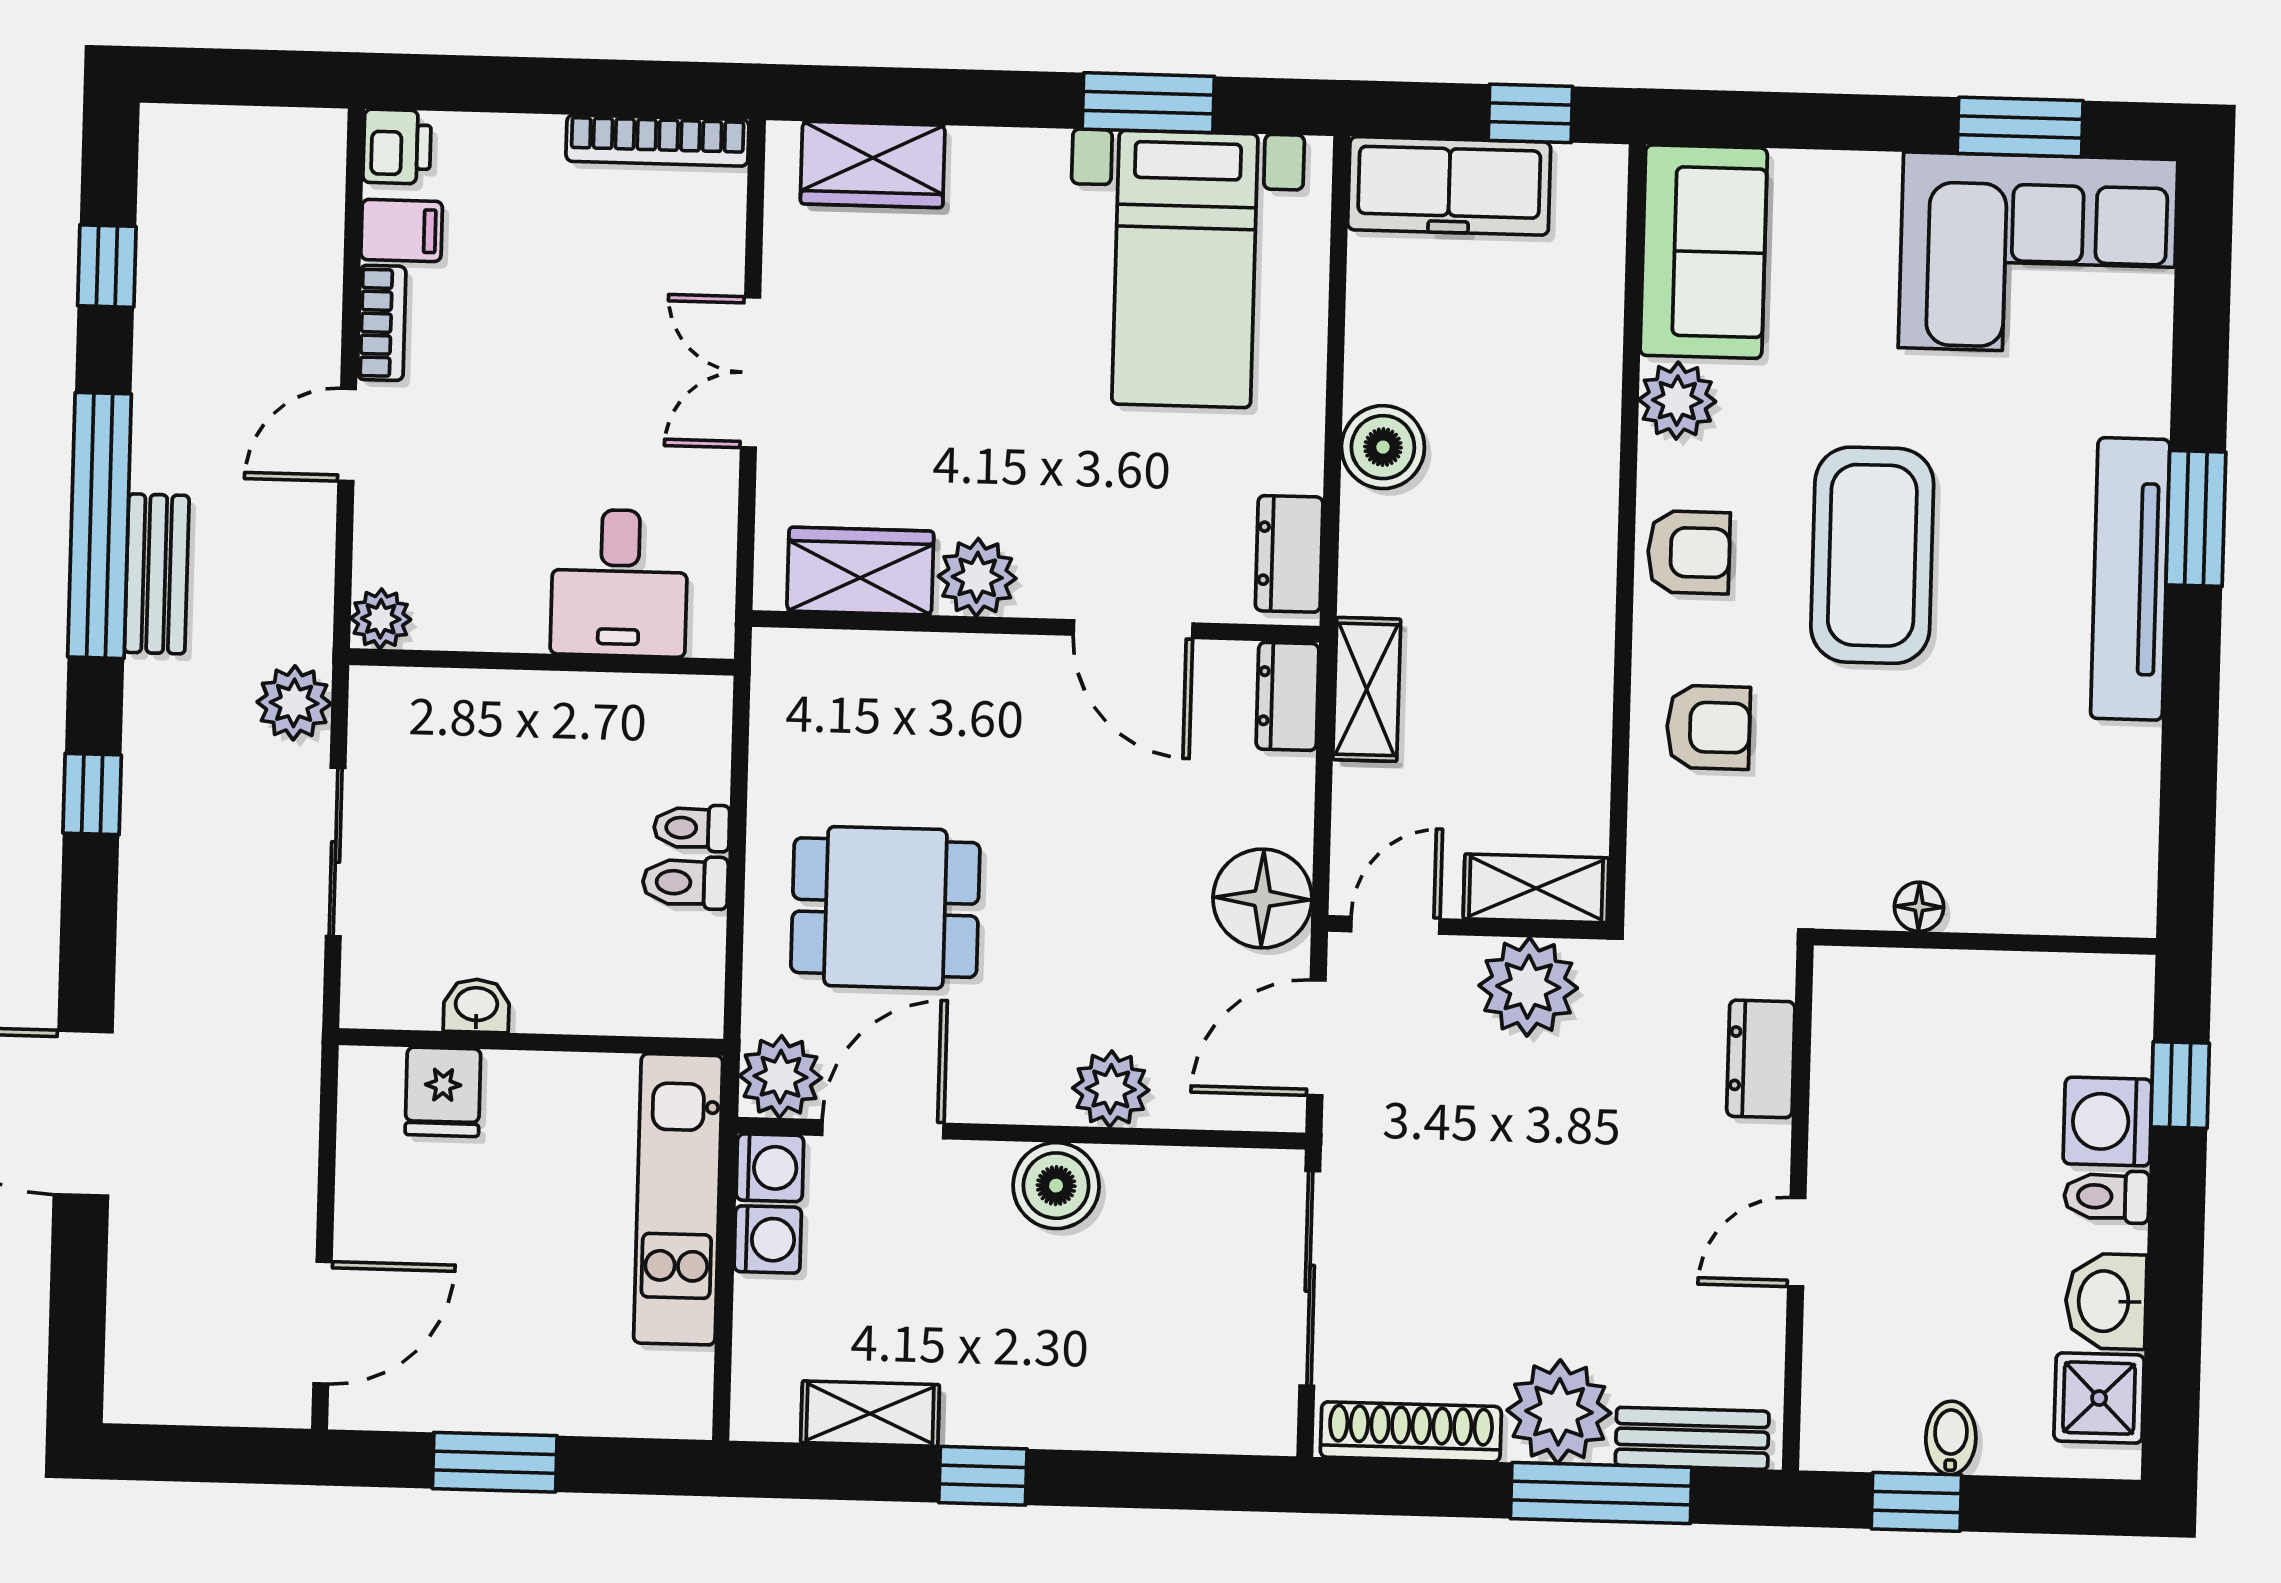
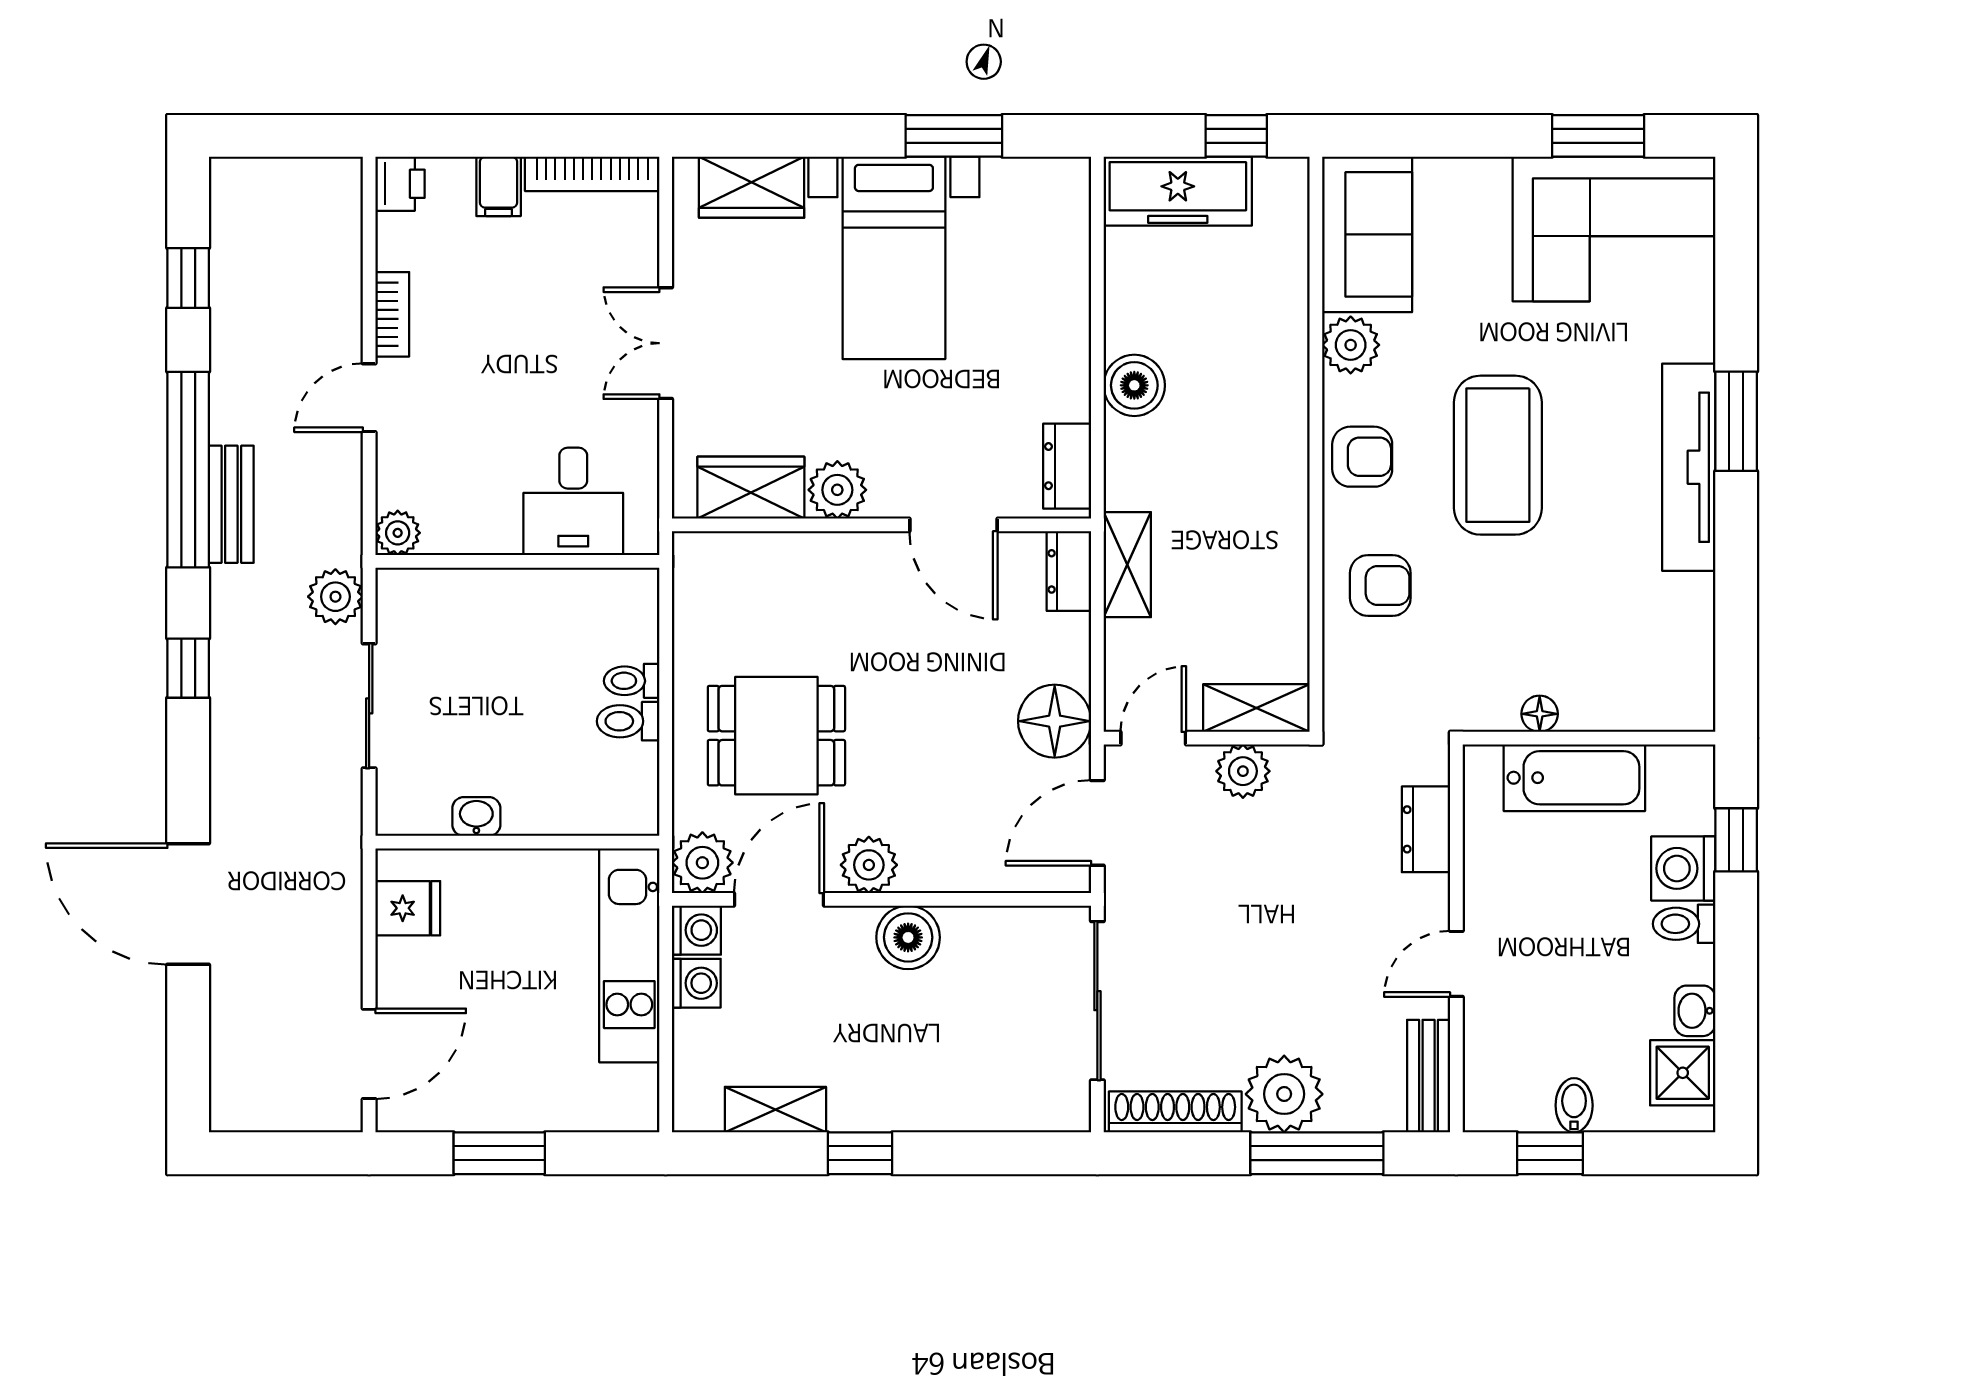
filing cabinet: (402, 230) -> (499, 186), moved, turned 90
bed with nightstands: (1185, 269) -> (894, 258), moved
plant: (1528, 987) -> (1243, 771), width x0.73, depth x0.73
bathtub: (1964, 995) -> (1574, 778), added
plant: (1111, 1089) -> (869, 865), moved
fridge: (443, 1092) -> (408, 908), moved, turned -90
washbasin: (2106, 1301) -> (1695, 1011), width x0.72, depth x0.69
bench: (1692, 1438) -> (1429, 1076), moved, turned 90

